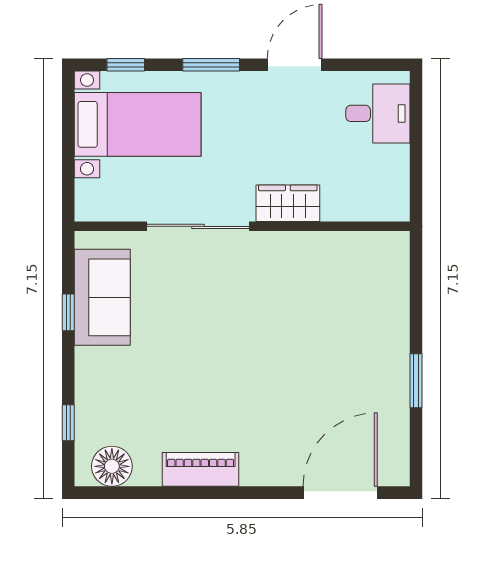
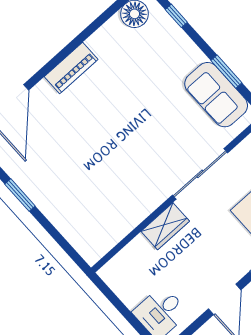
window: (68, 312) -> (226, 72), width x1.50
piano: (201, 469) -> (71, 68), moved

